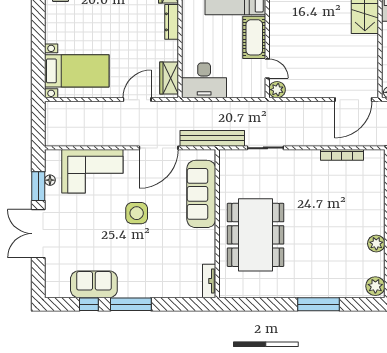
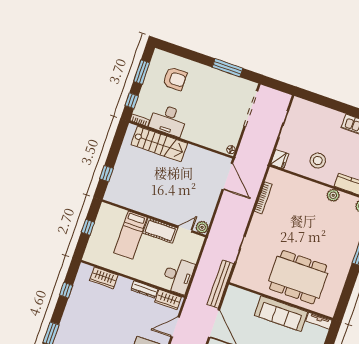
dresser: (172, 22) -> (144, 289), moved
door: (137, 100) -> (175, 327), hinge flipped
sofa: (201, 194) -> (281, 314), moved

